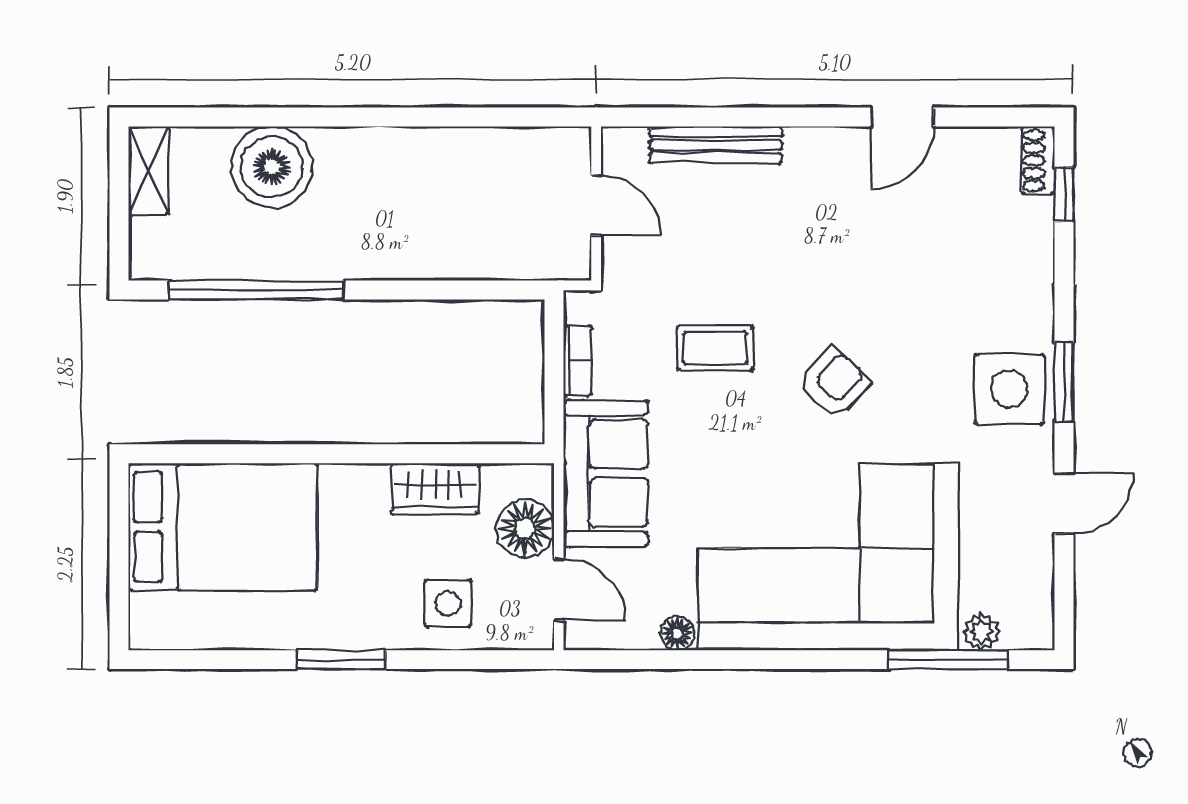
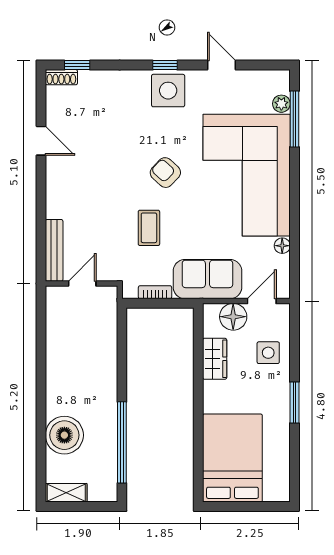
bench: (716, 145) -> (54, 250), moved
window: (1064, 382) -> (165, 65), width x0.67

